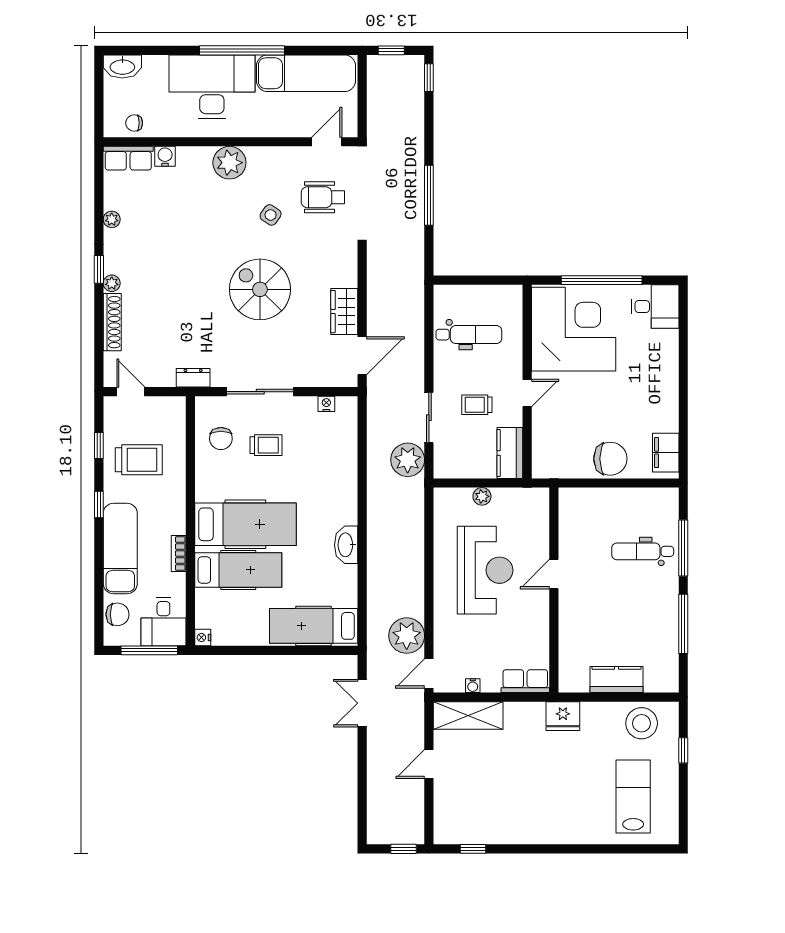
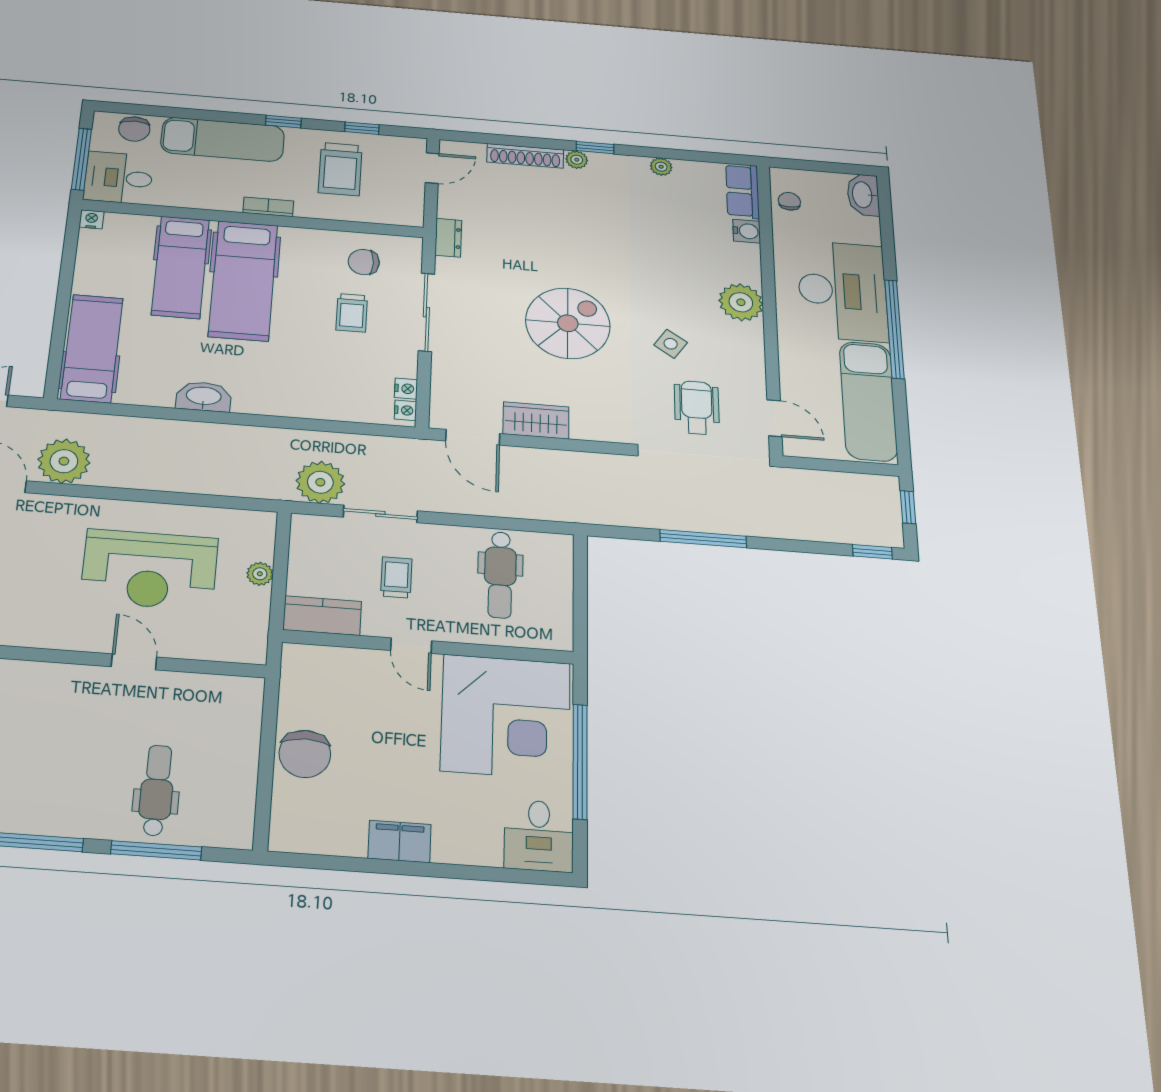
nightstand: (344, 404) -> (405, 410), added
filing cabinet: (666, 453) -> (400, 841), moved
bookcase: (179, 554) -> (268, 207), moved

